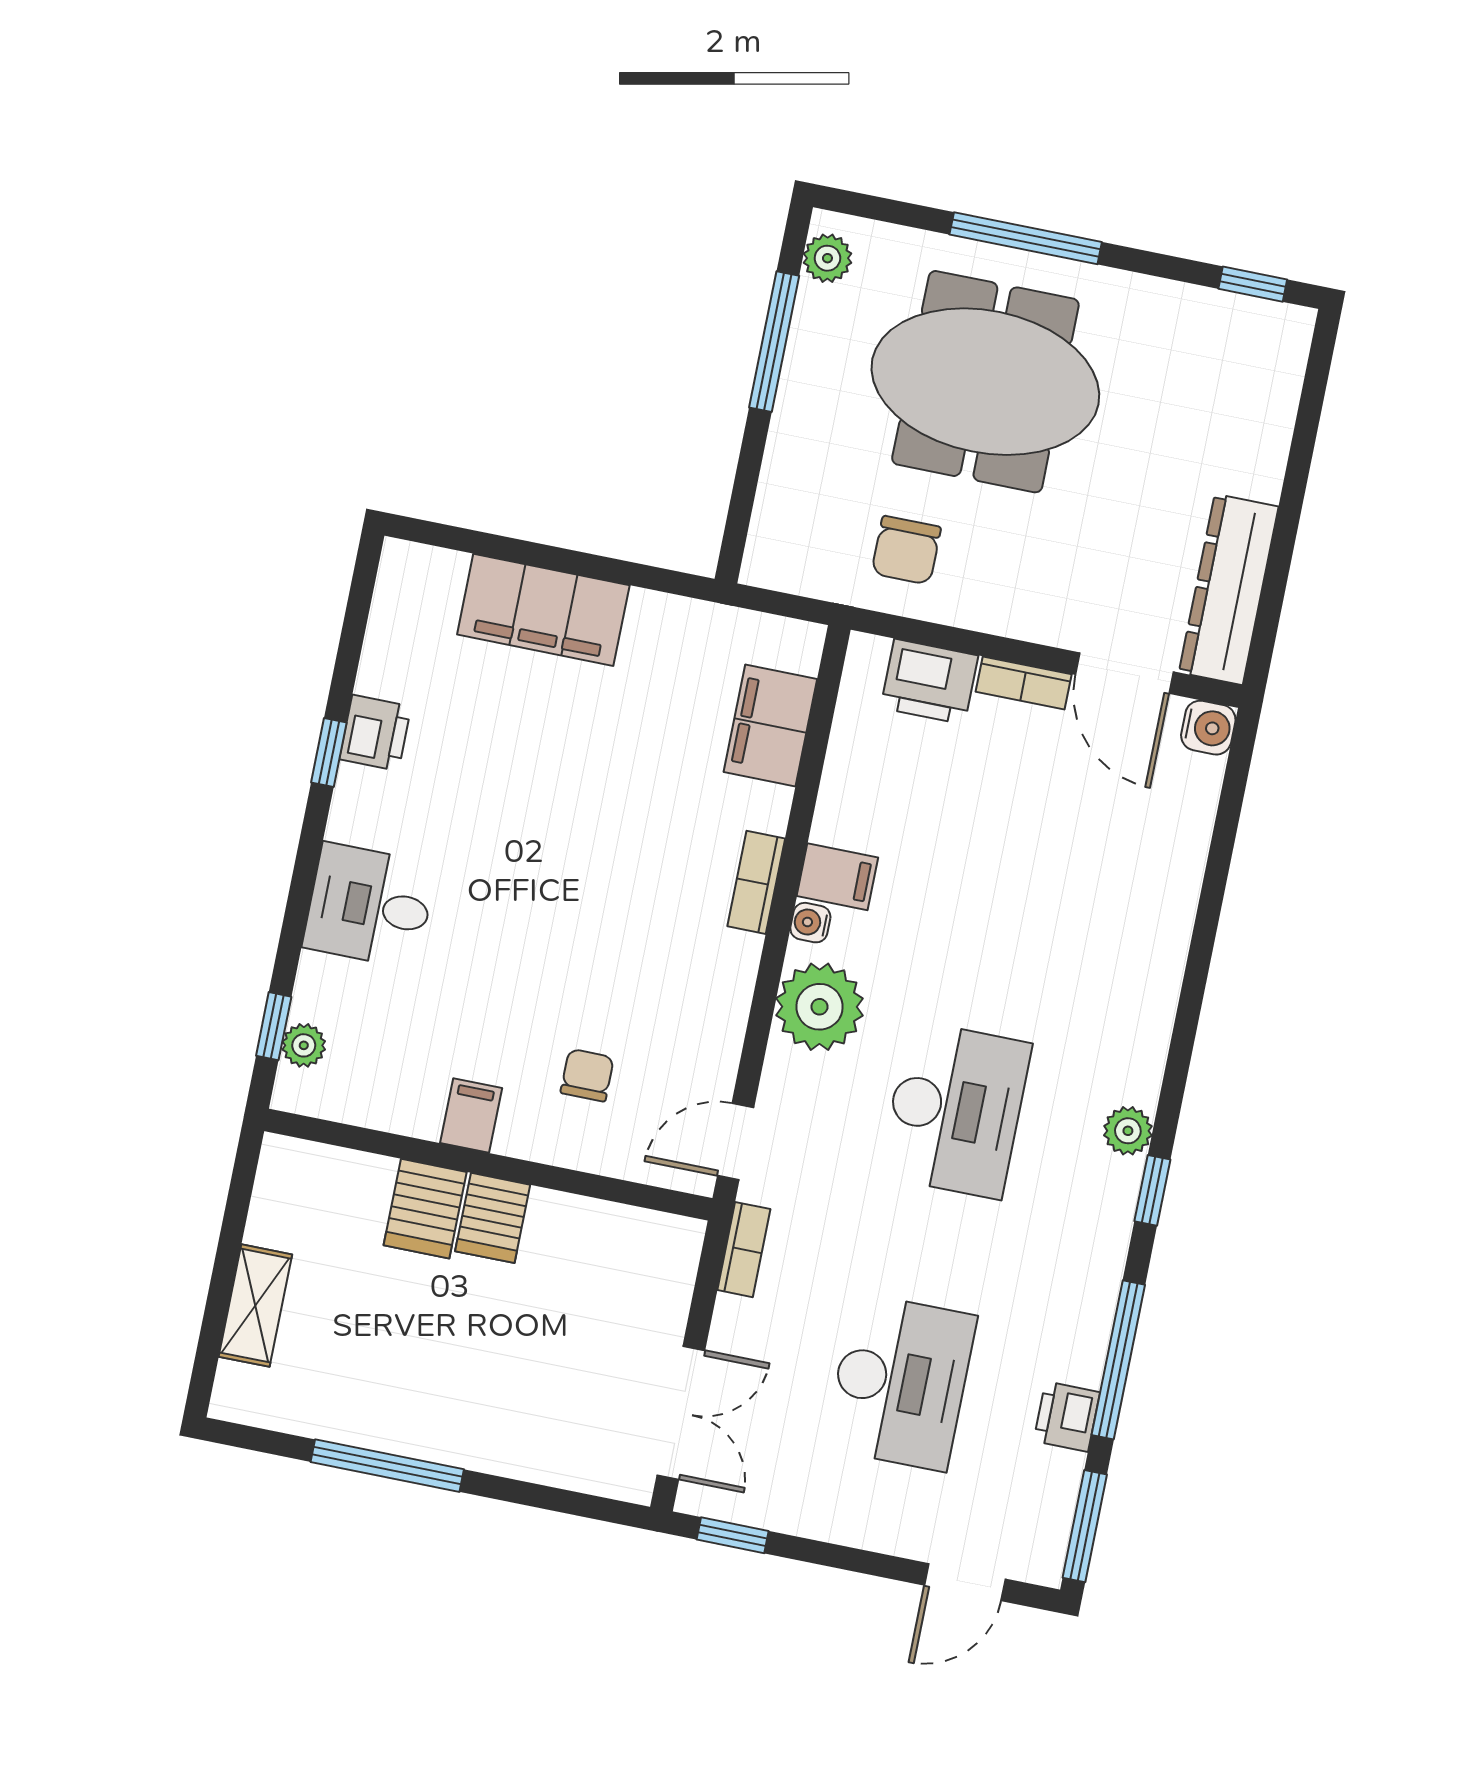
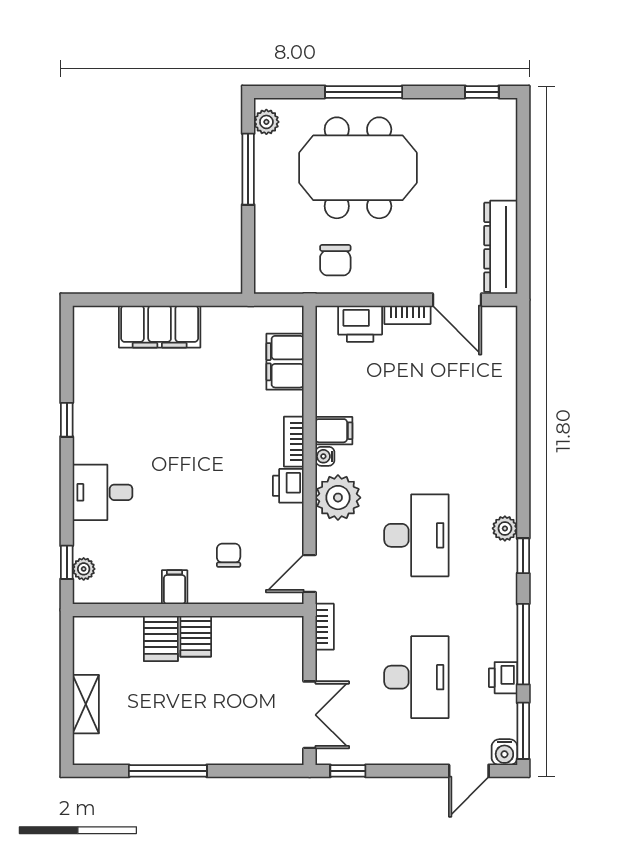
water cooler: (1208, 728) -> (504, 752), moved, turned 90
printer: (375, 733) -> (288, 486), moved, turned 180

